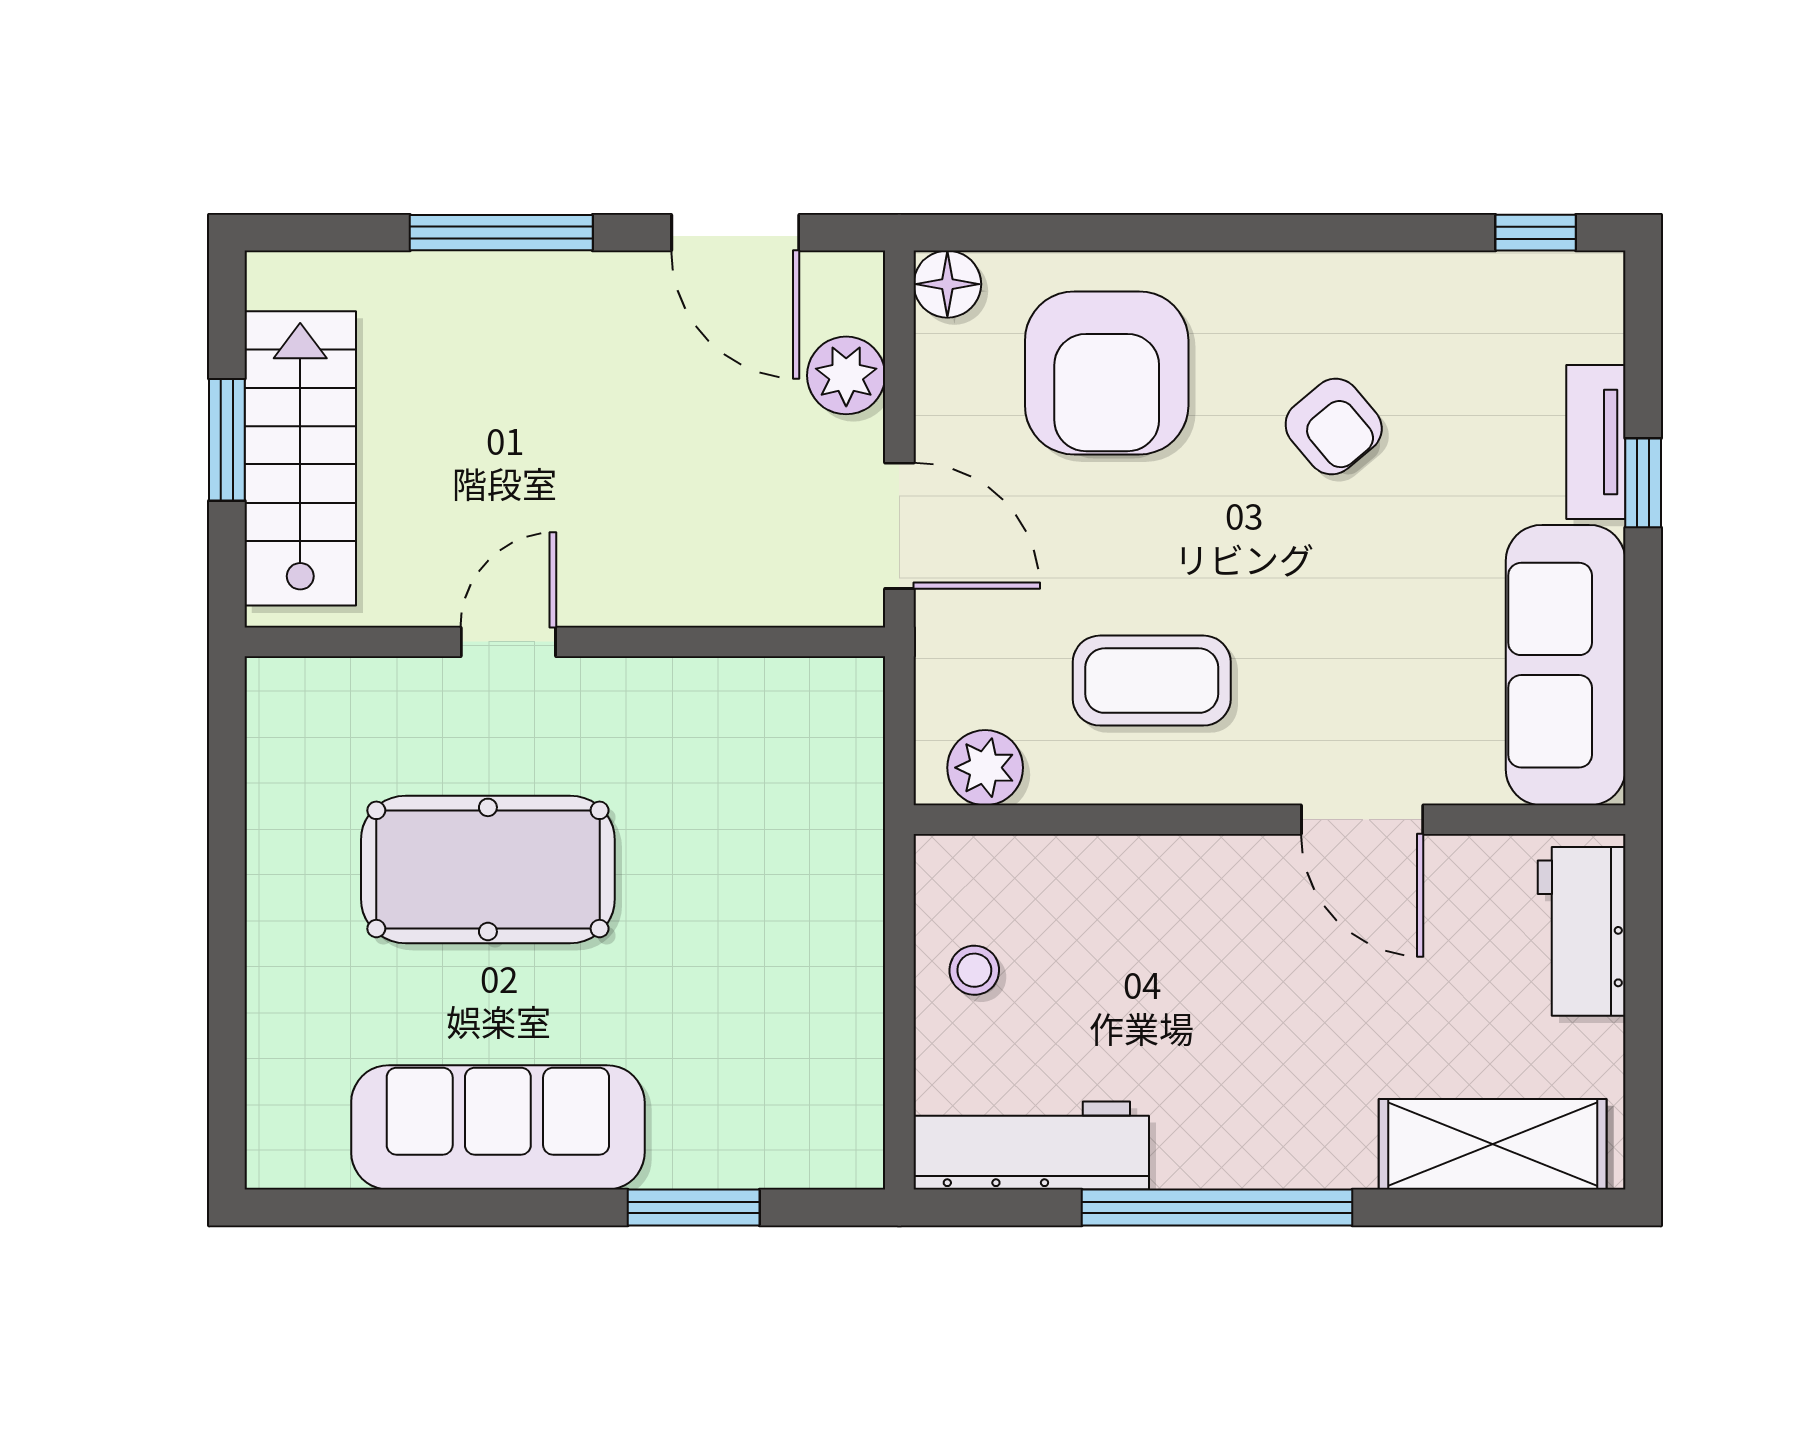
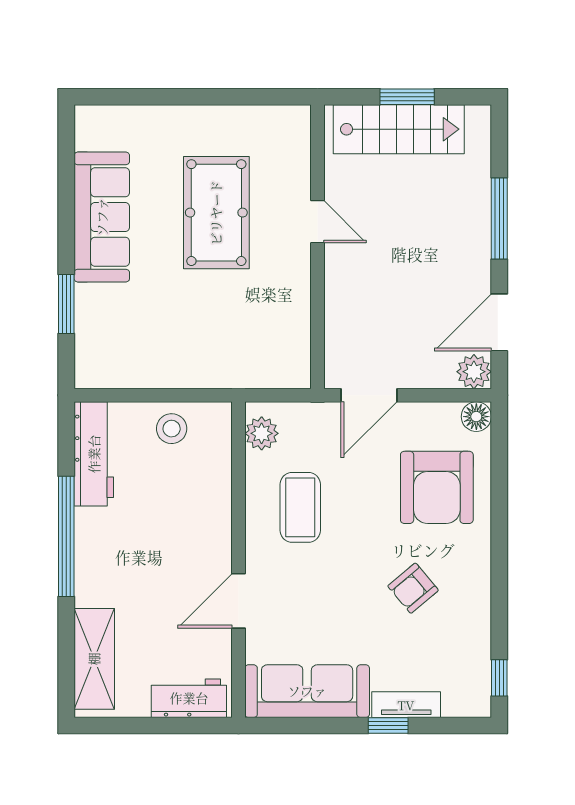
armchair: (1107, 373) -> (437, 487), turned -90
plant: (846, 375) -> (474, 372), moved
stool: (974, 970) -> (172, 429), width x1.37, depth x1.37

